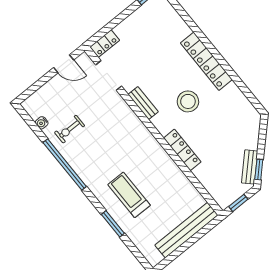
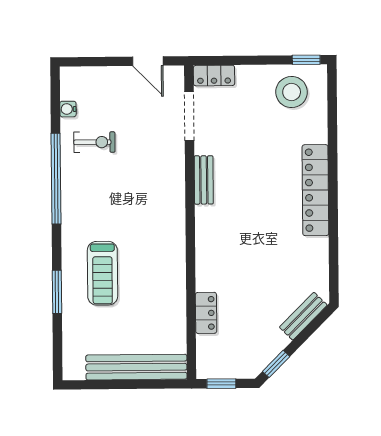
stool: (188, 101) -> (292, 92), moved
exercise bike: (70, 129) -> (94, 142), turned 180
locker: (182, 150) -> (206, 313), moved, width x0.66
bench: (250, 167) -> (303, 316), moved
treadmill: (129, 195) -> (102, 273), turned 180

